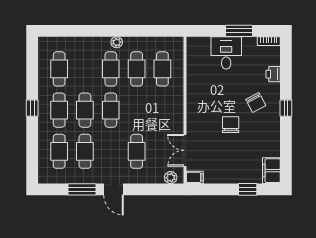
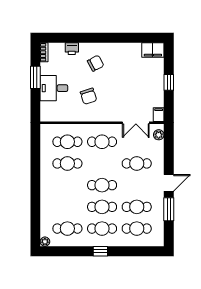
plant: (117, 42) -> (45, 242), moved
cafe table: (111, 69) -> (102, 142), moved
window: (286, 108) -> (100, 38), removed
chair: (231, 125) -> (89, 96), moved, turned -108
window: (248, 189) -> (169, 82), moved

